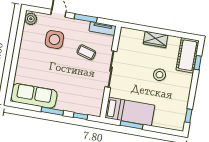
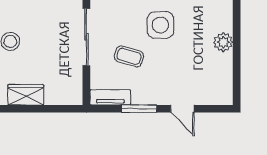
plant: (31, 19) -> (223, 42), moved
side table: (54, 40) -> (160, 25), moved

